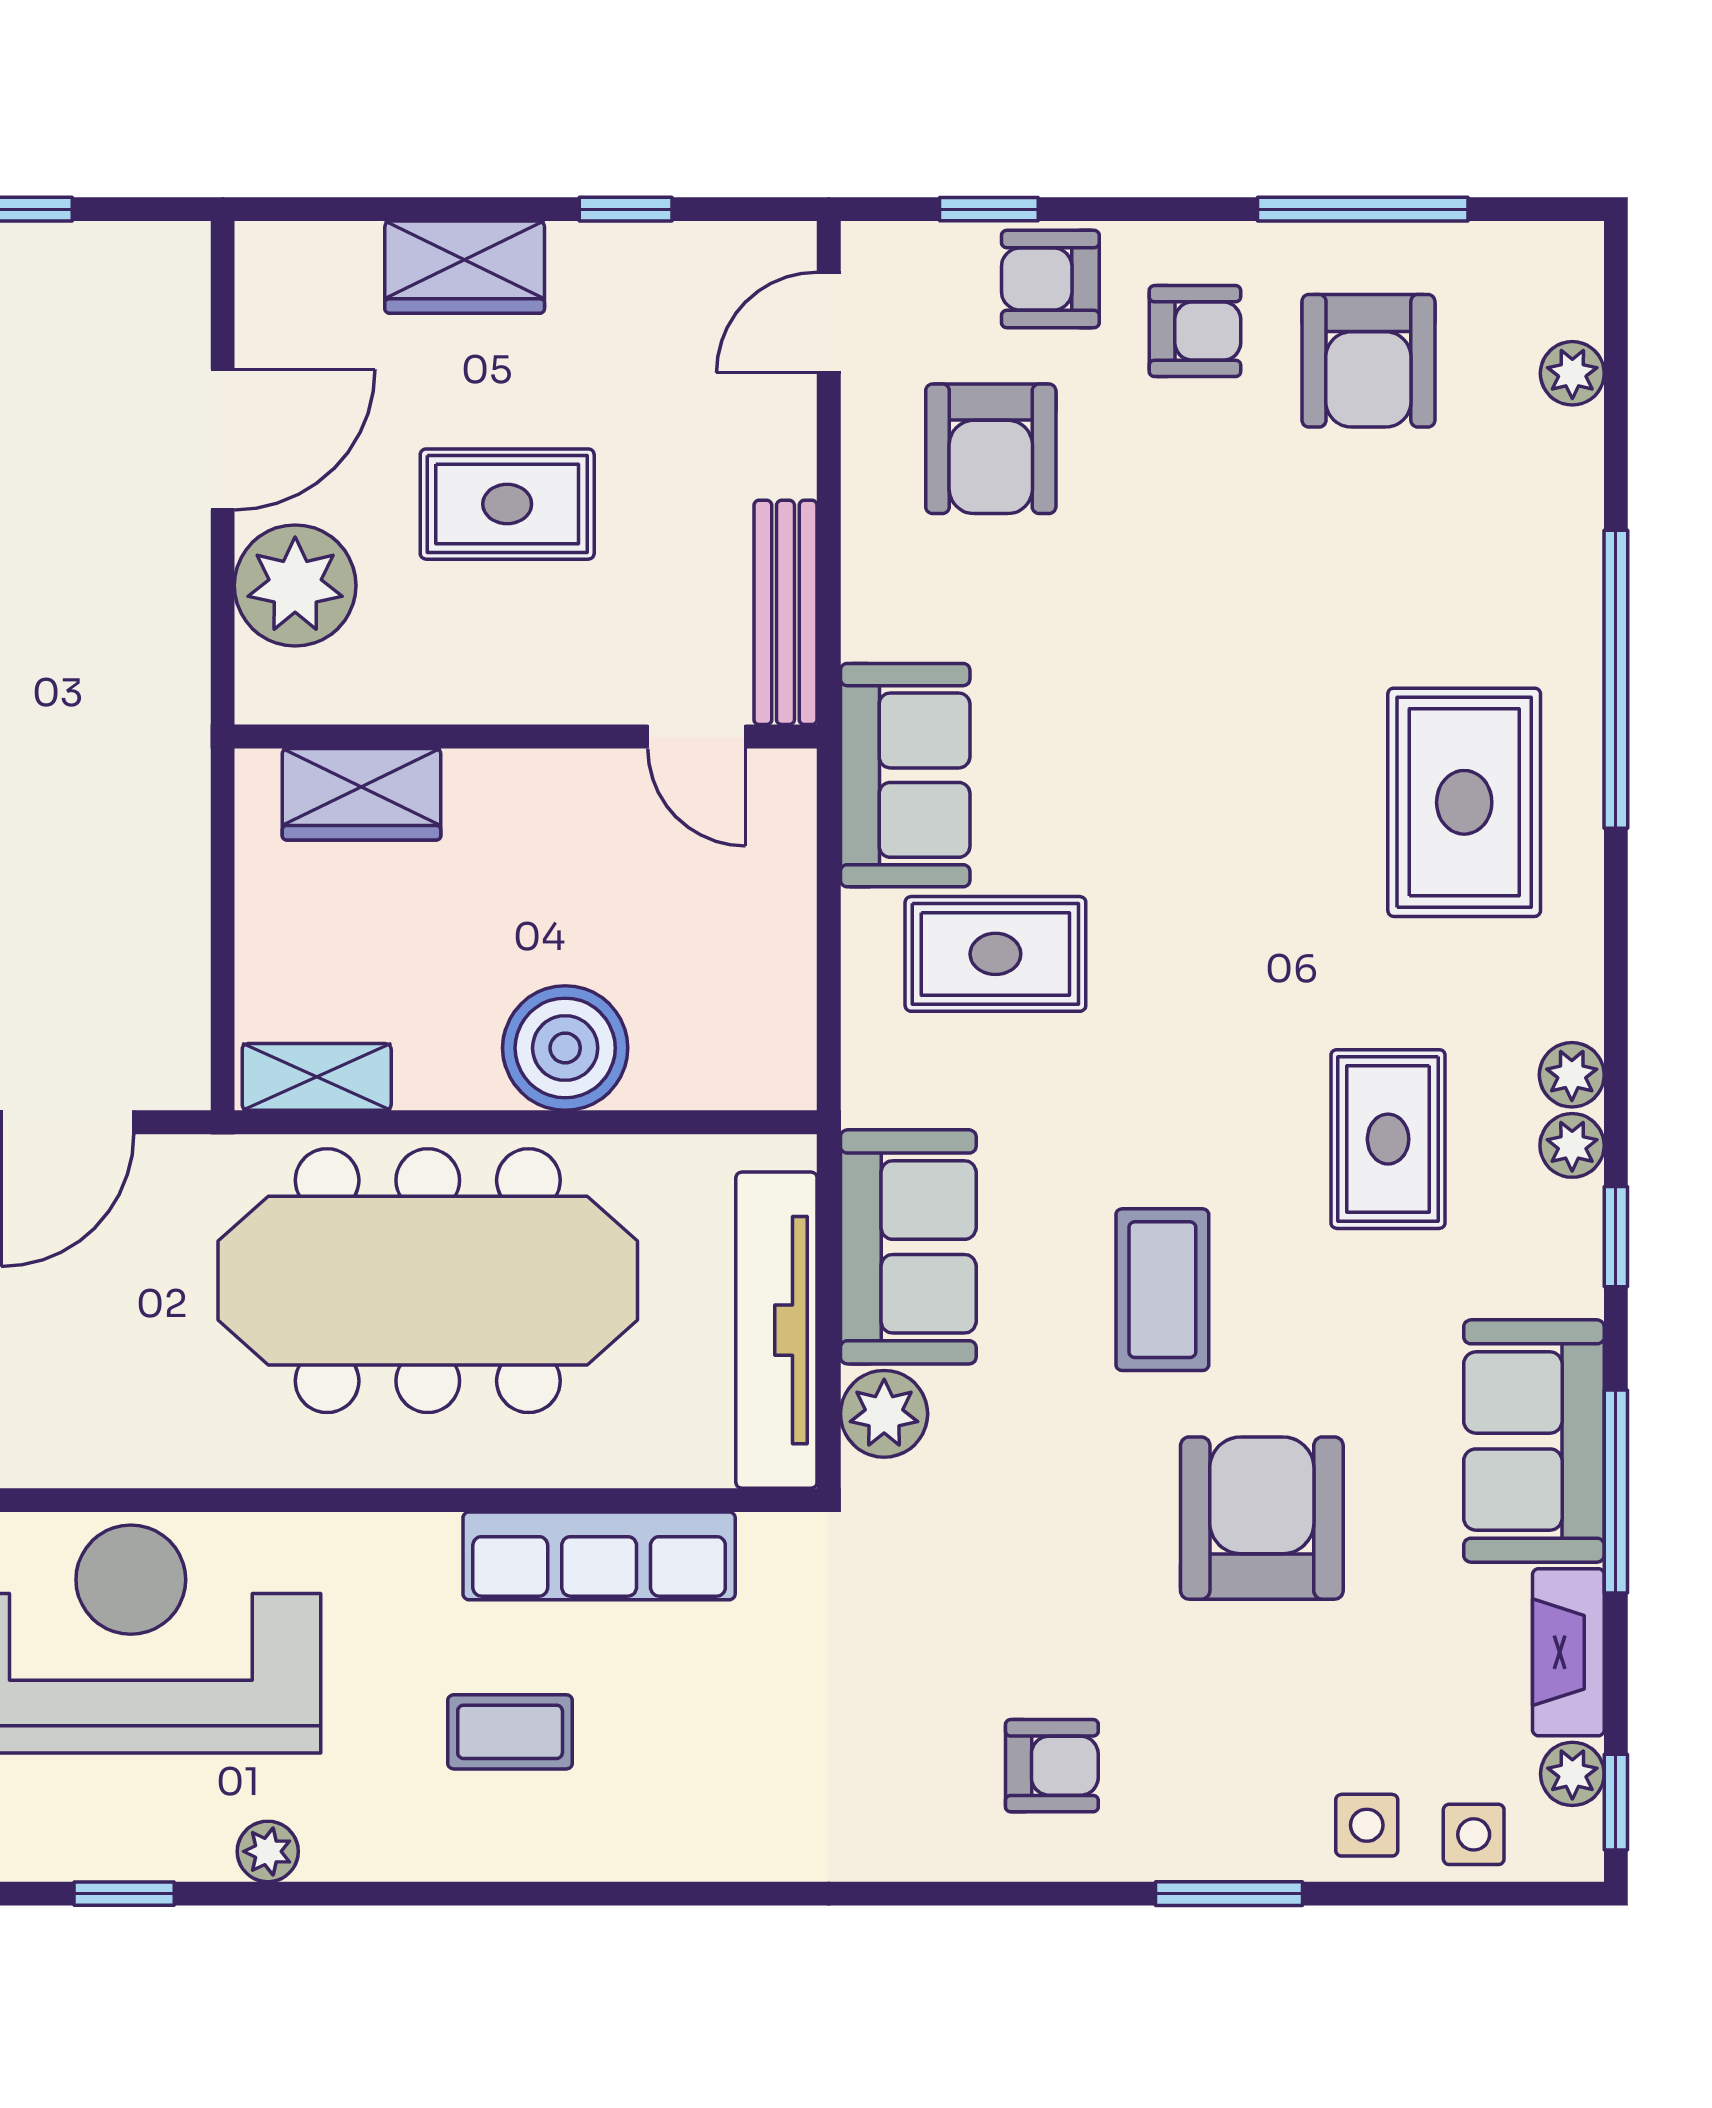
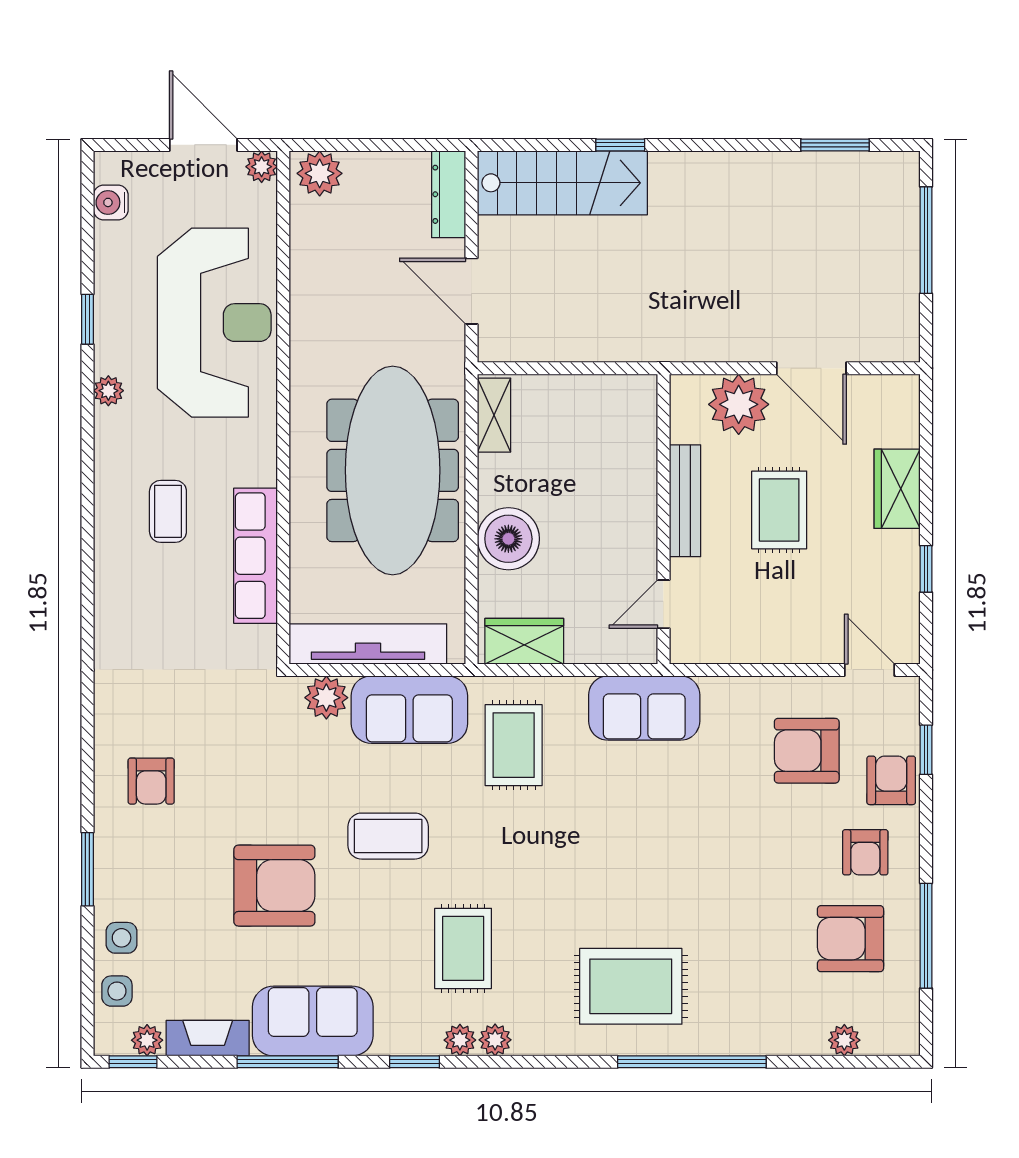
bench: (785, 612) -> (685, 501), moved, turned 90
wardrobe: (361, 794) -> (524, 641), moved, turned 90
rug: (995, 954) -> (514, 745), moved
rug: (1388, 1139) -> (463, 948), turned 90

